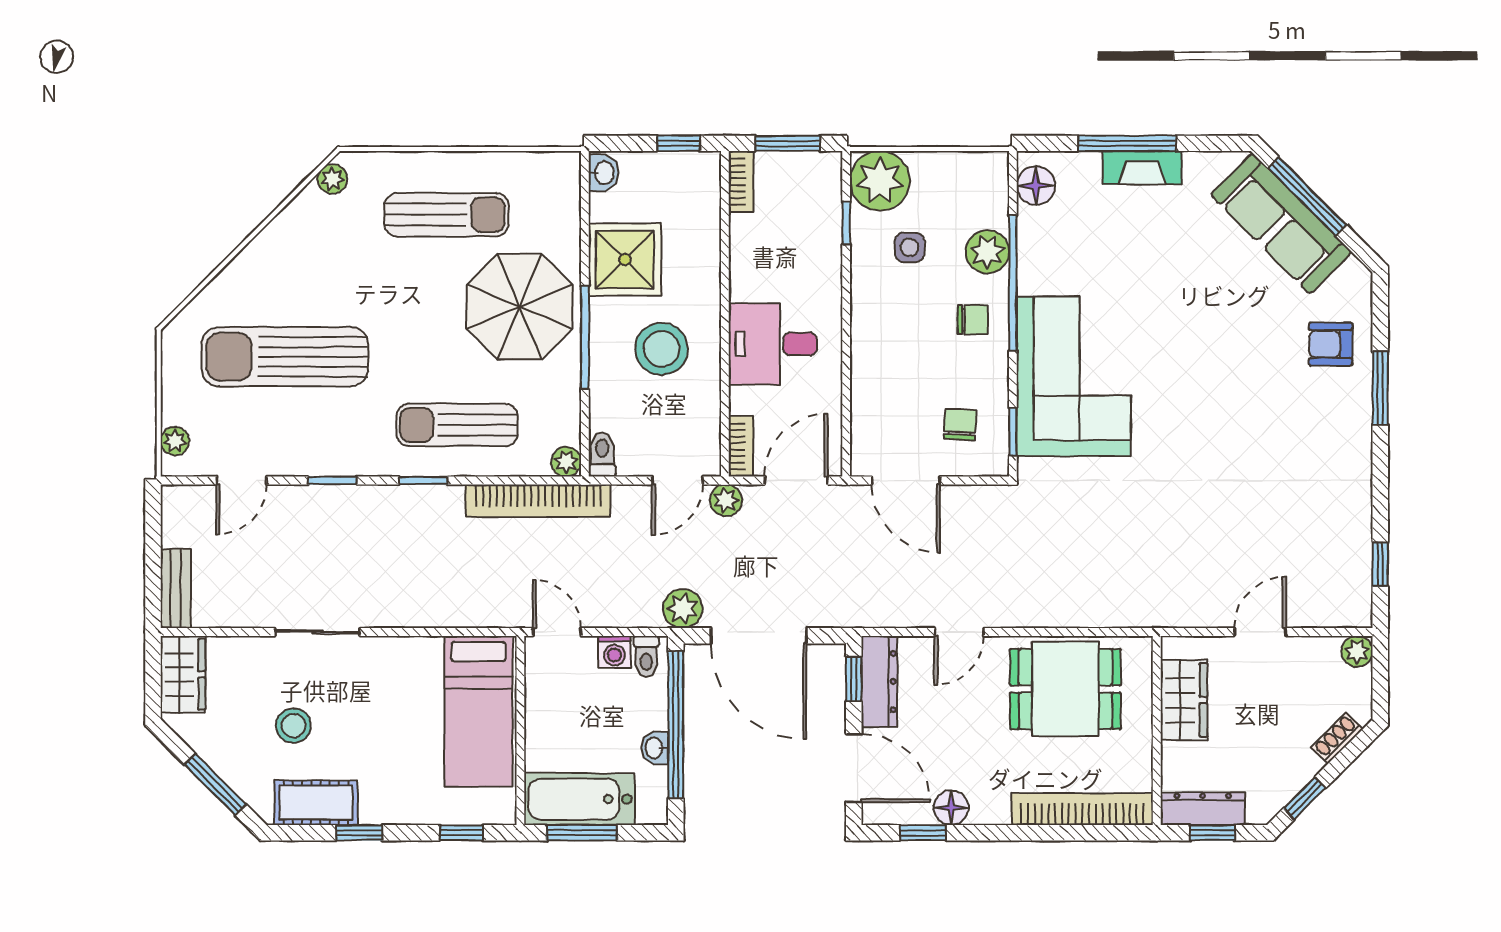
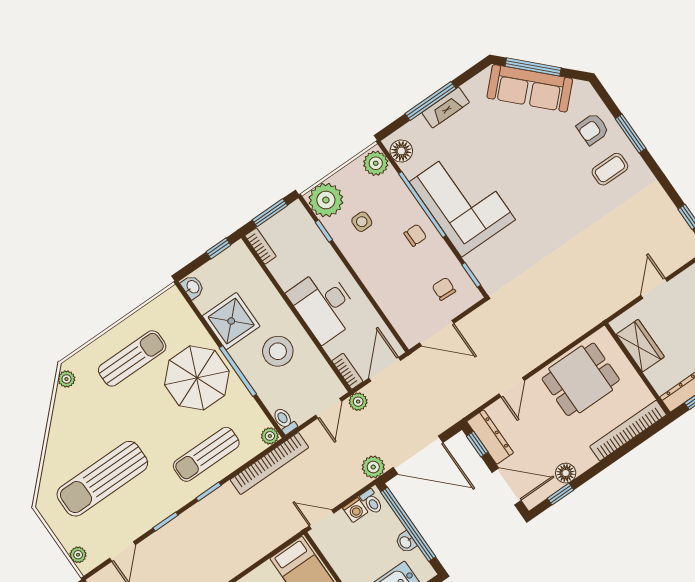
plant: (987, 252) -> (376, 163), moved
desk: (773, 344) -> (324, 305), width x1.37
corner sofa: (1074, 376) -> (462, 201), moved
coffee table: (1315, 418) -> (610, 169), added

